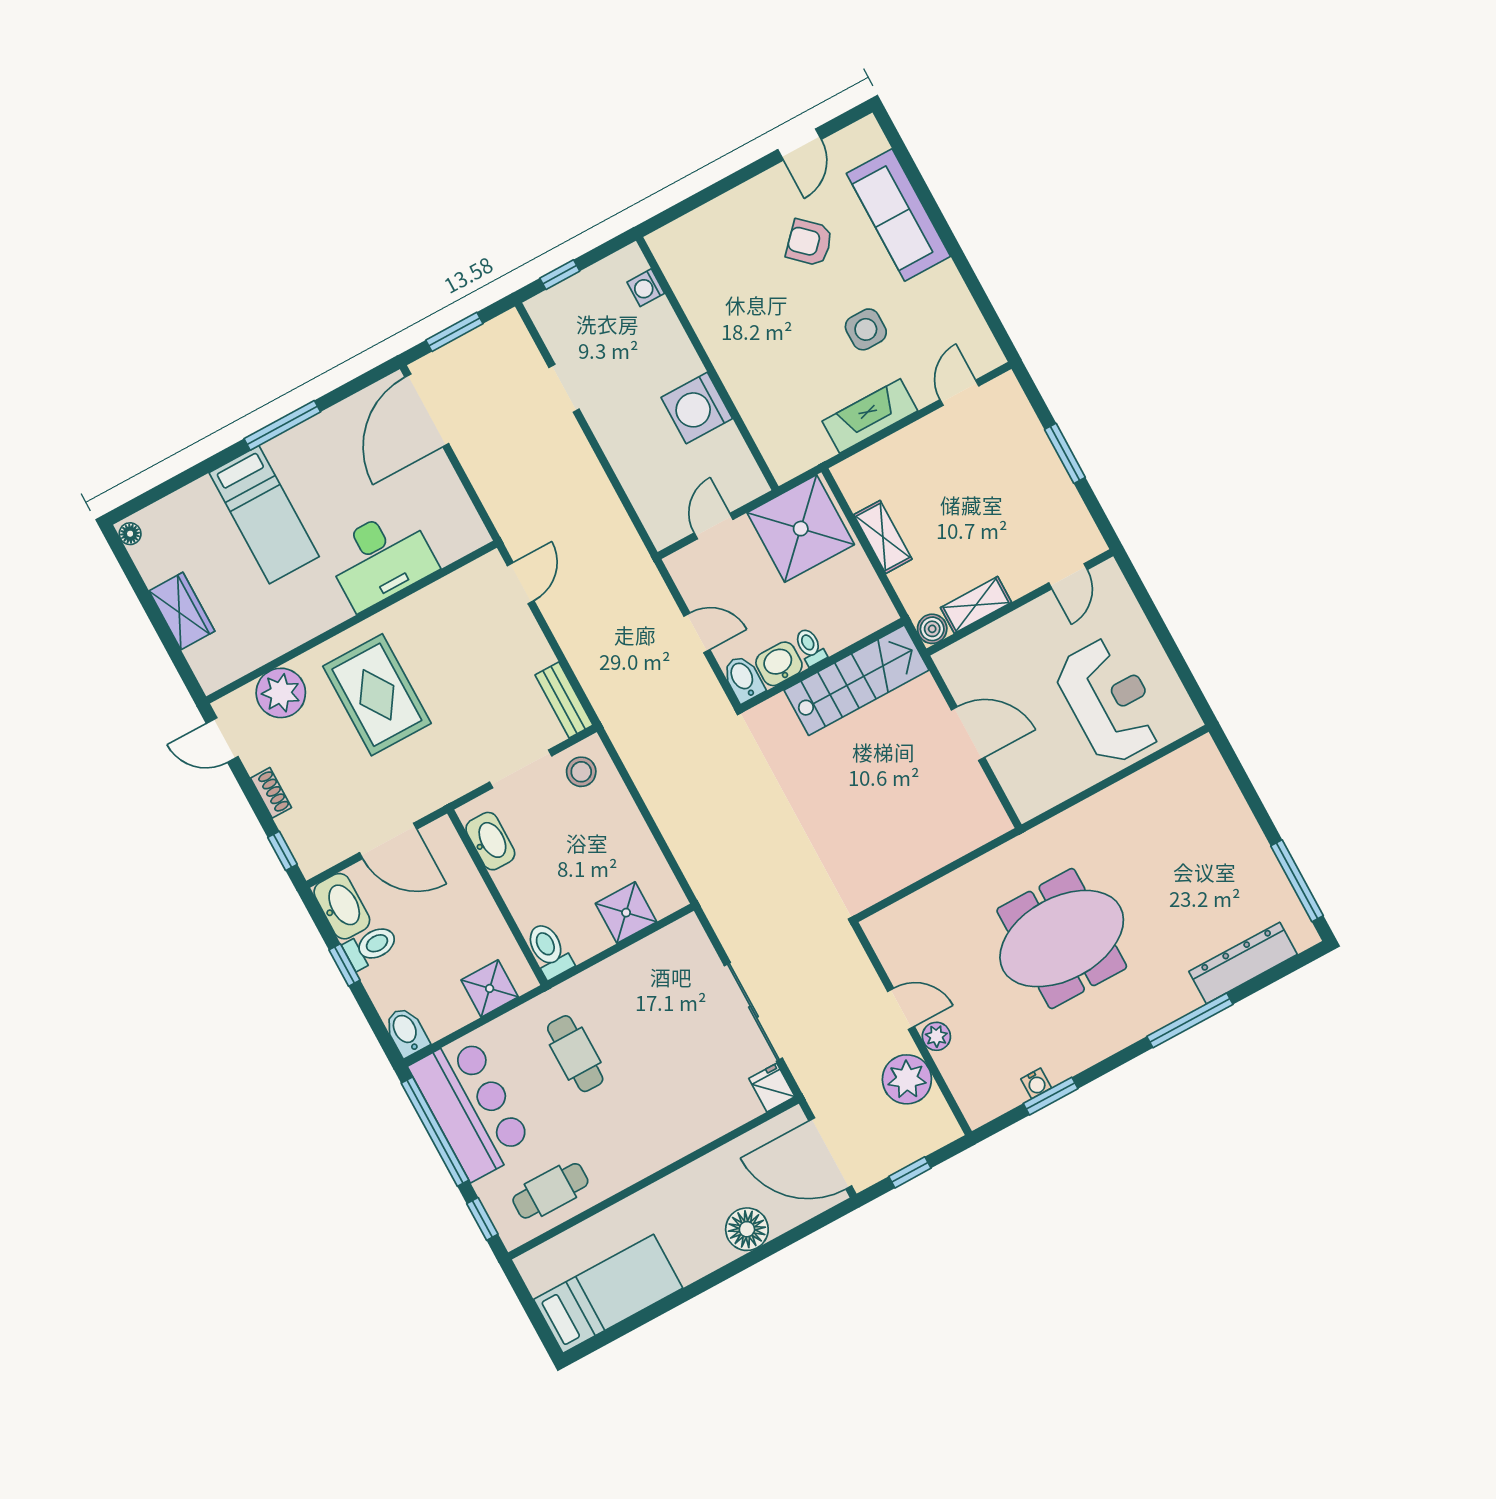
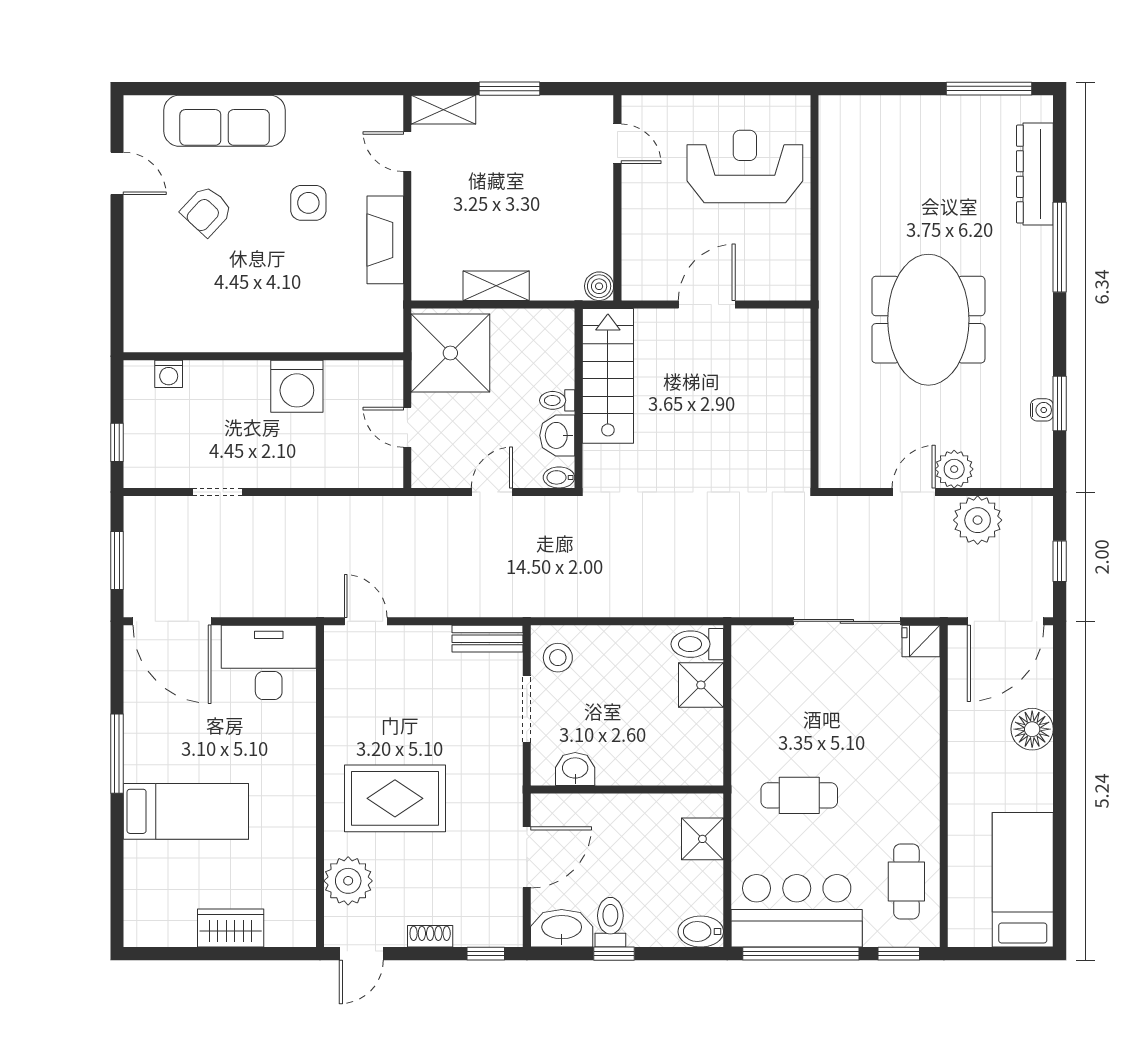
floor lamp: (130, 534) -> (139, 936), removed
desk: (381, 559) -> (269, 662), moved, turned -90
shelving: (976, 605) -> (443, 110), moved, turned 90
bidet: (743, 679) -> (559, 477), width x0.72, depth x0.74
washbasin: (490, 841) -> (575, 769), width x0.72
toilet: (549, 950) -> (697, 644), moved
plant: (936, 1036) -> (954, 469), width x1.38, depth x1.38

